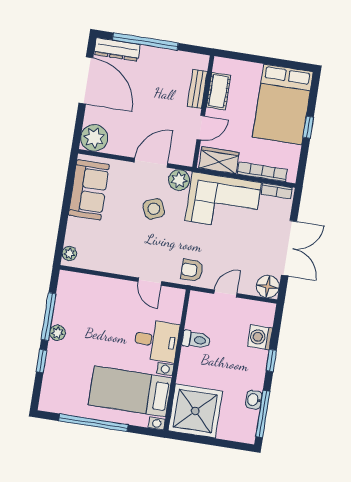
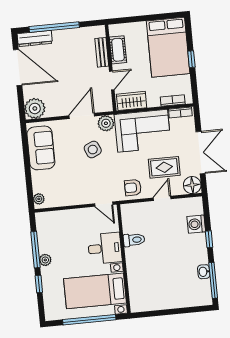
bookcase: (262, 172) -> (173, 100), width x0.64
rug: (238, 255) -> (164, 167), added
toilet: (196, 340) -> (134, 240), moved
desk: (156, 341) -> (105, 248), moved
wall: (177, 360) -> (124, 259), moved
bed with nightstands: (130, 391) -> (95, 291), moved
shower: (195, 411) -> (162, 291), removed

